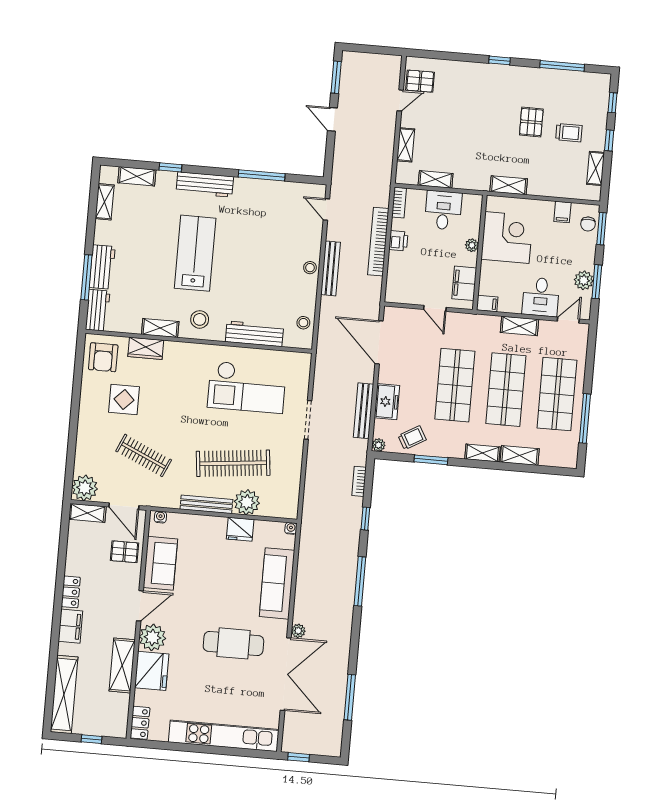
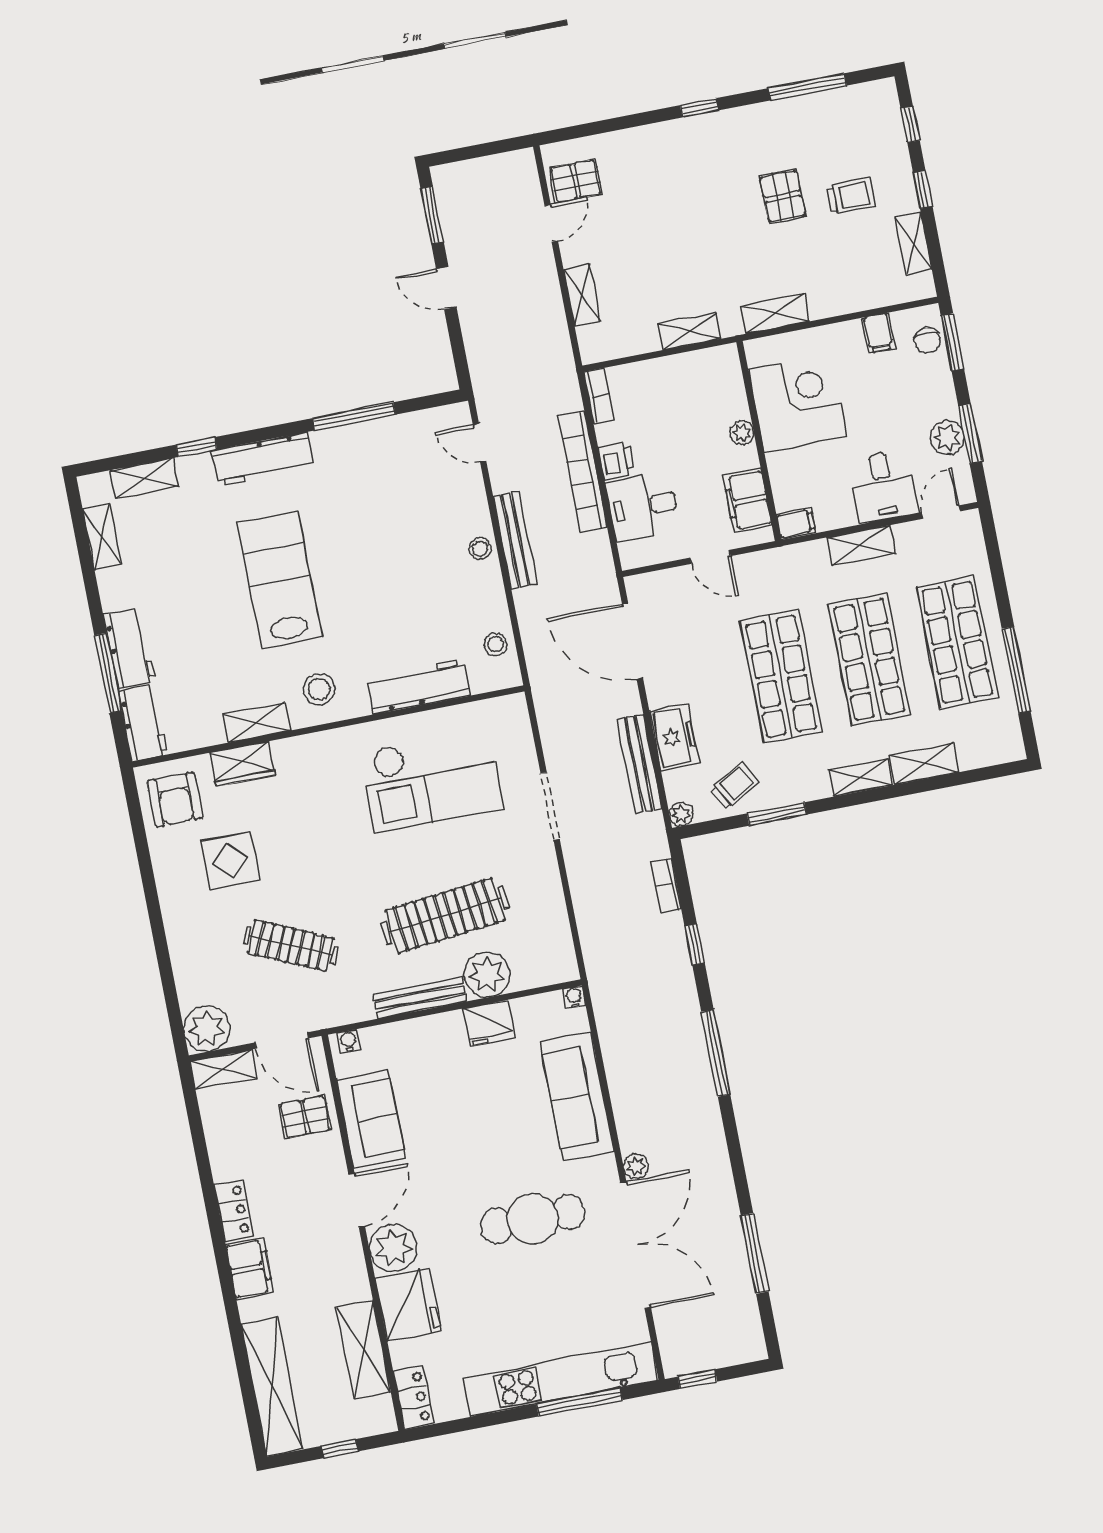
shelving: (436, 179) -> (690, 331), moved
desk: (443, 210) -> (643, 506), moved, turned -90
shelving: (122, 665) -> (363, 1350), moved
window: (230, 751) -> (579, 1402), added

